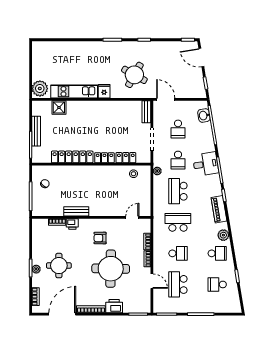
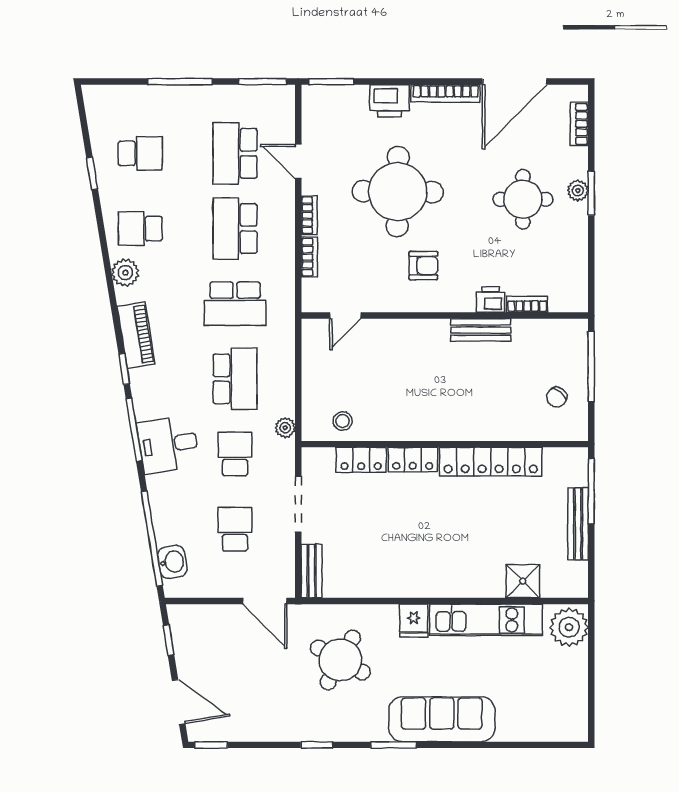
sofa: (92, 50) -> (442, 719), added
school desk: (178, 253) -> (235, 229), width x1.85
school desk: (178, 284) -> (235, 153), turned 180

